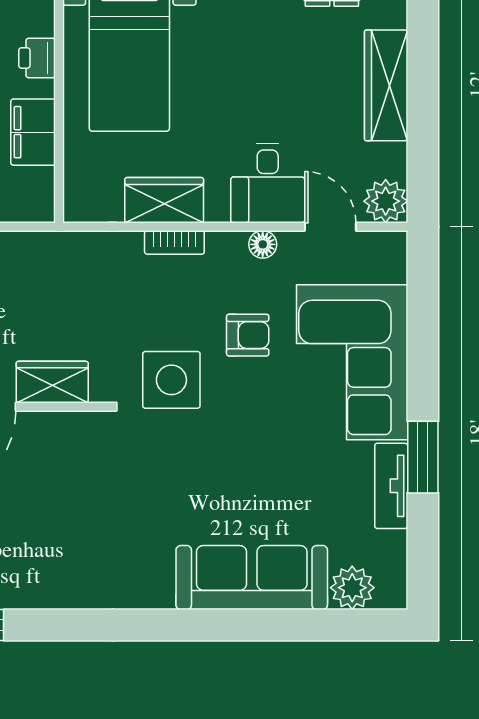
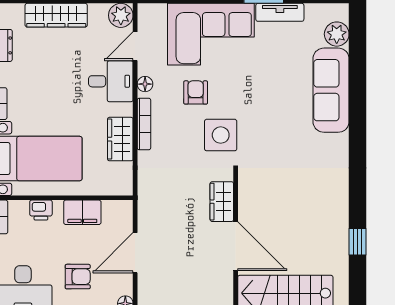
bookcase: (174, 242) -> (144, 124), width x1.56

